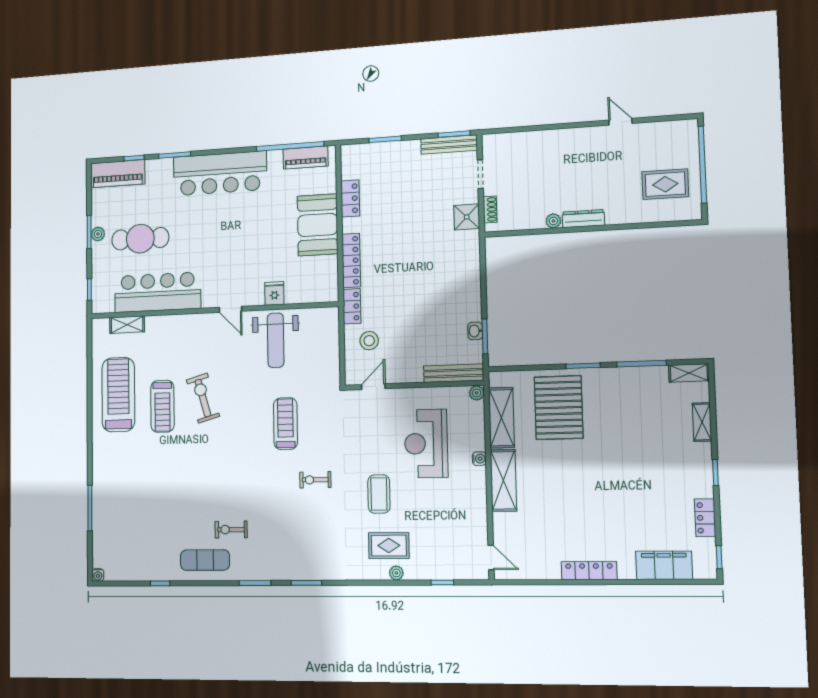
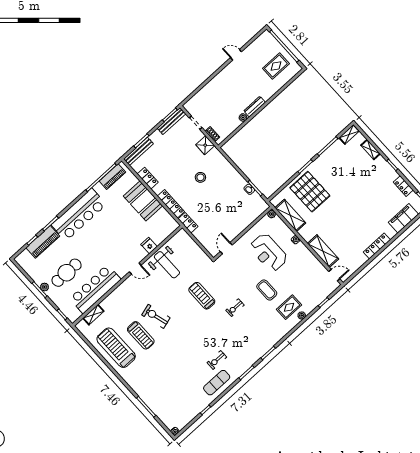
piano: (118, 174) -> (43, 242), moved
stool: (369, 341) -> (200, 177), moved
bench: (454, 373) -> (138, 151), moved
shelving: (503, 480) -> (323, 251), moved

